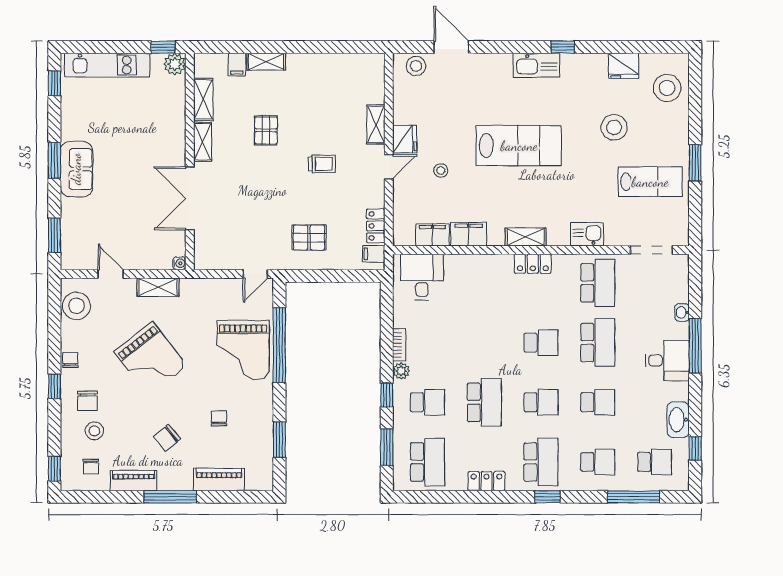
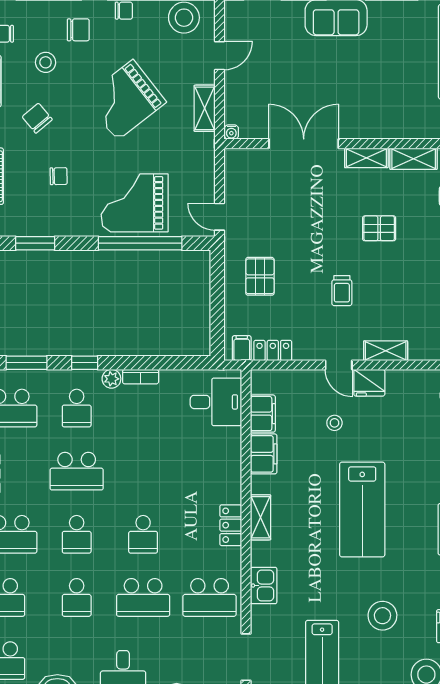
chair: (87, 401) -> (78, 30), turned 180
stool: (94, 431) -> (46, 62), moved

